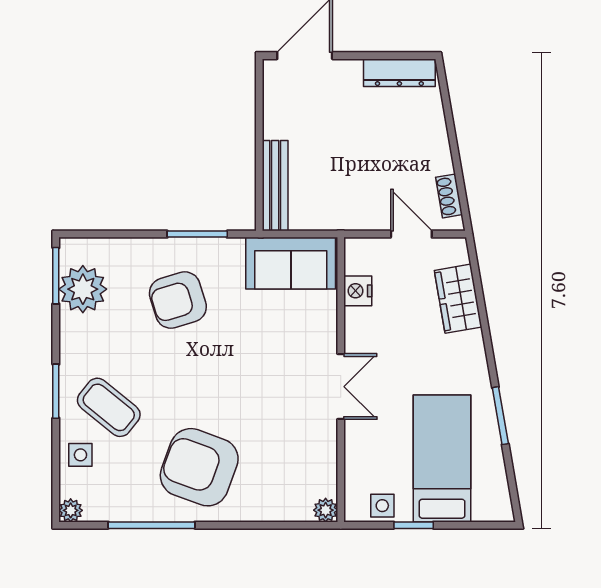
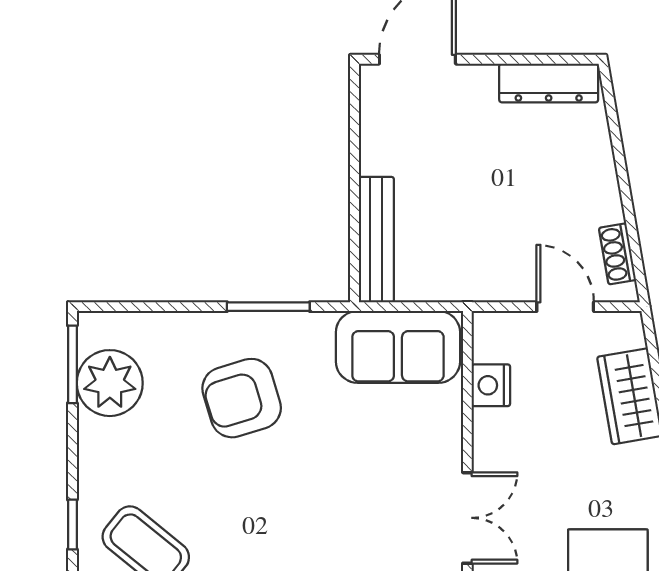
window: (56, 391) -> (72, 524), width x0.67

